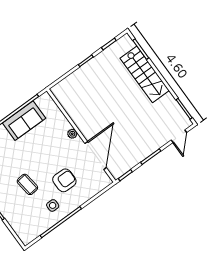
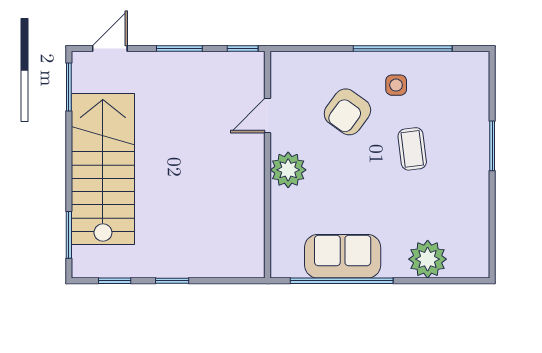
stairs: (145, 74) -> (103, 169), width x1.36, depth x1.51
plant: (72, 134) -> (288, 170), width x1.88, depth x1.88
door: (96, 156) -> (268, 115), width x0.53
armchair: (64, 180) -> (347, 112), turned -54

